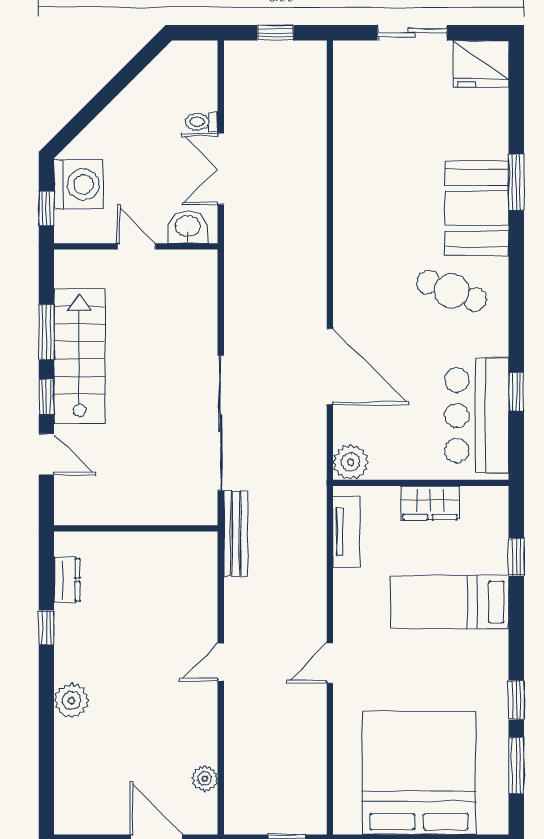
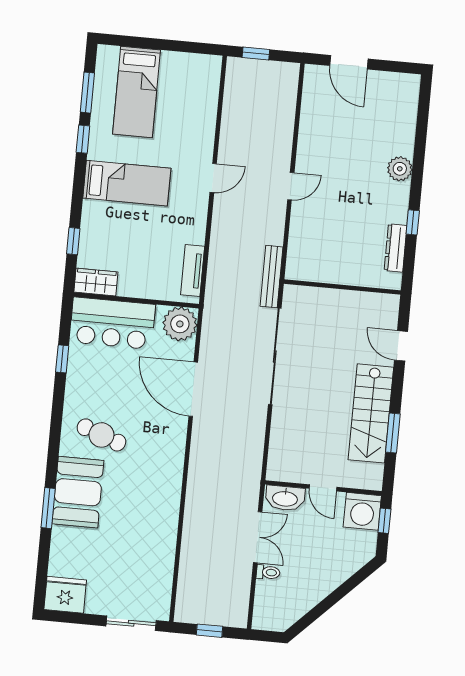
sliding door: (412, 33) -> (131, 623), moved
washing machine: (78, 185) -> (362, 511), moved, turned -90
washbasin: (188, 227) -> (285, 498), width x1.38
window: (46, 397) -> (397, 387), removed
bar counter: (477, 415) -> (112, 323), moved, turned 90
plant: (351, 462) -> (180, 324), width x1.36, depth x1.36
wardrobe: (430, 503) -> (96, 282), moved
dresser: (67, 580) -> (396, 248), width x1.44
bed: (449, 602) -> (127, 183), moved
bed: (419, 773) -> (136, 92), width x0.49
plant: (205, 779) -> (310, 104), removed

